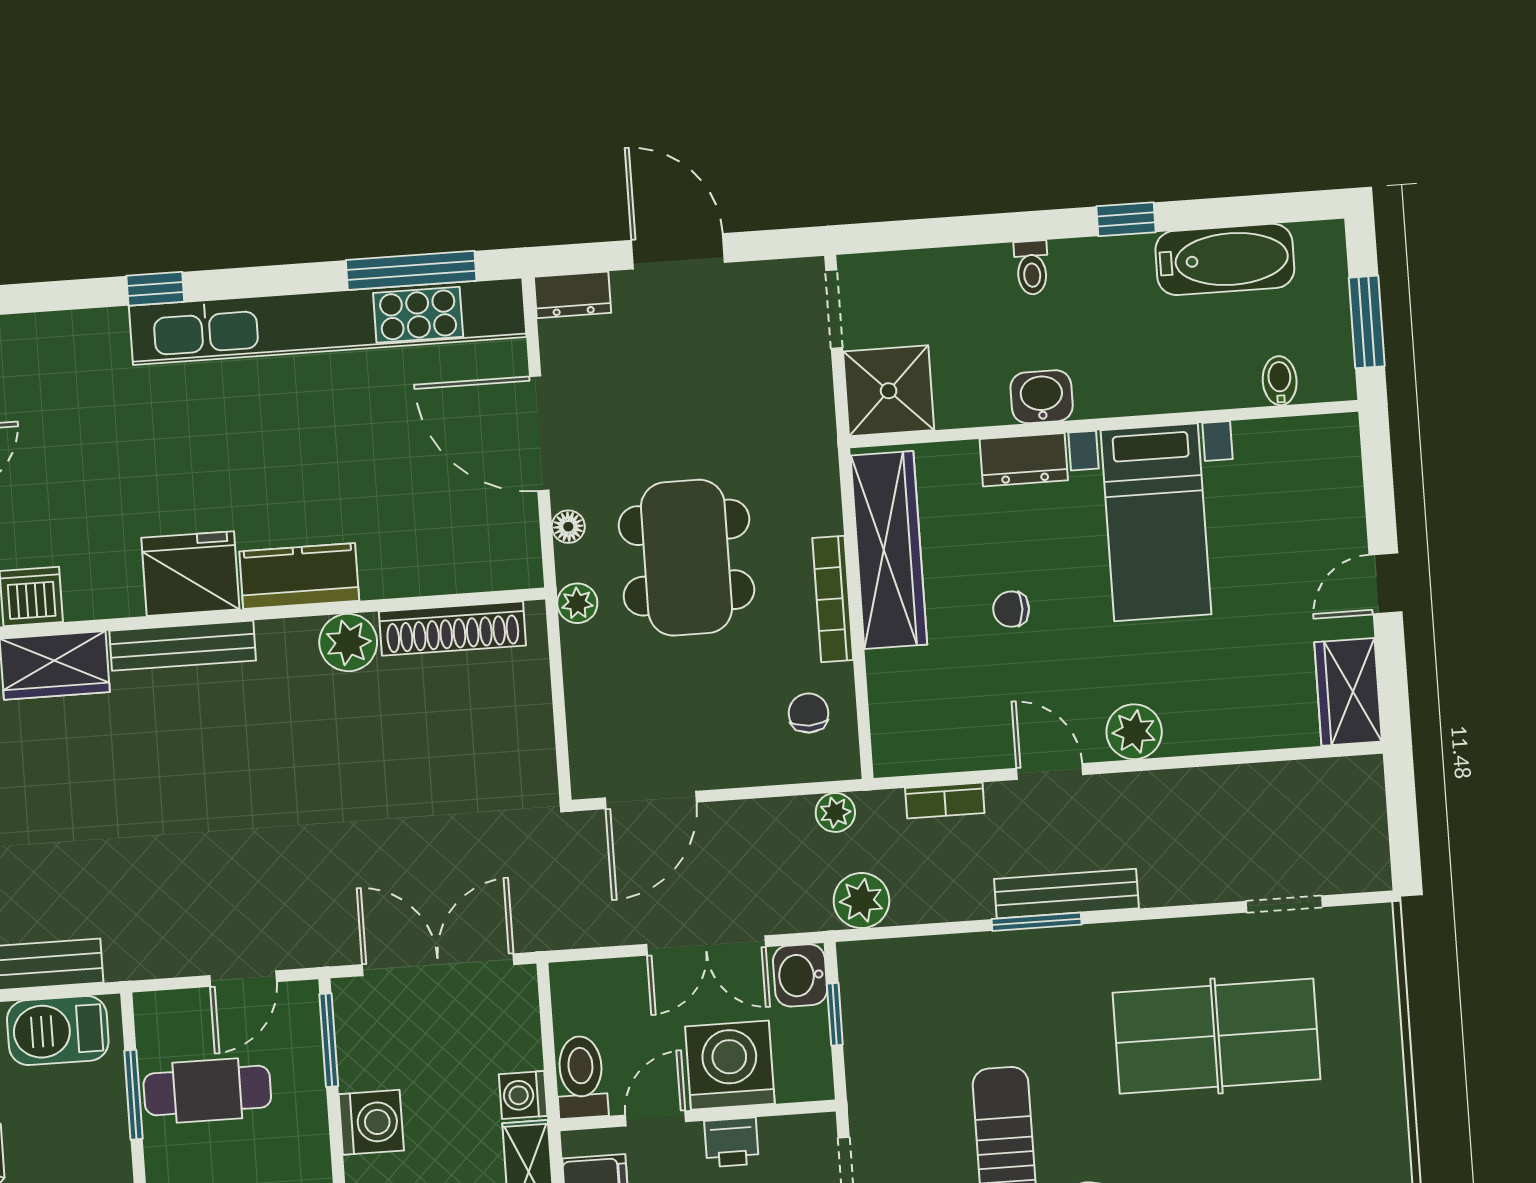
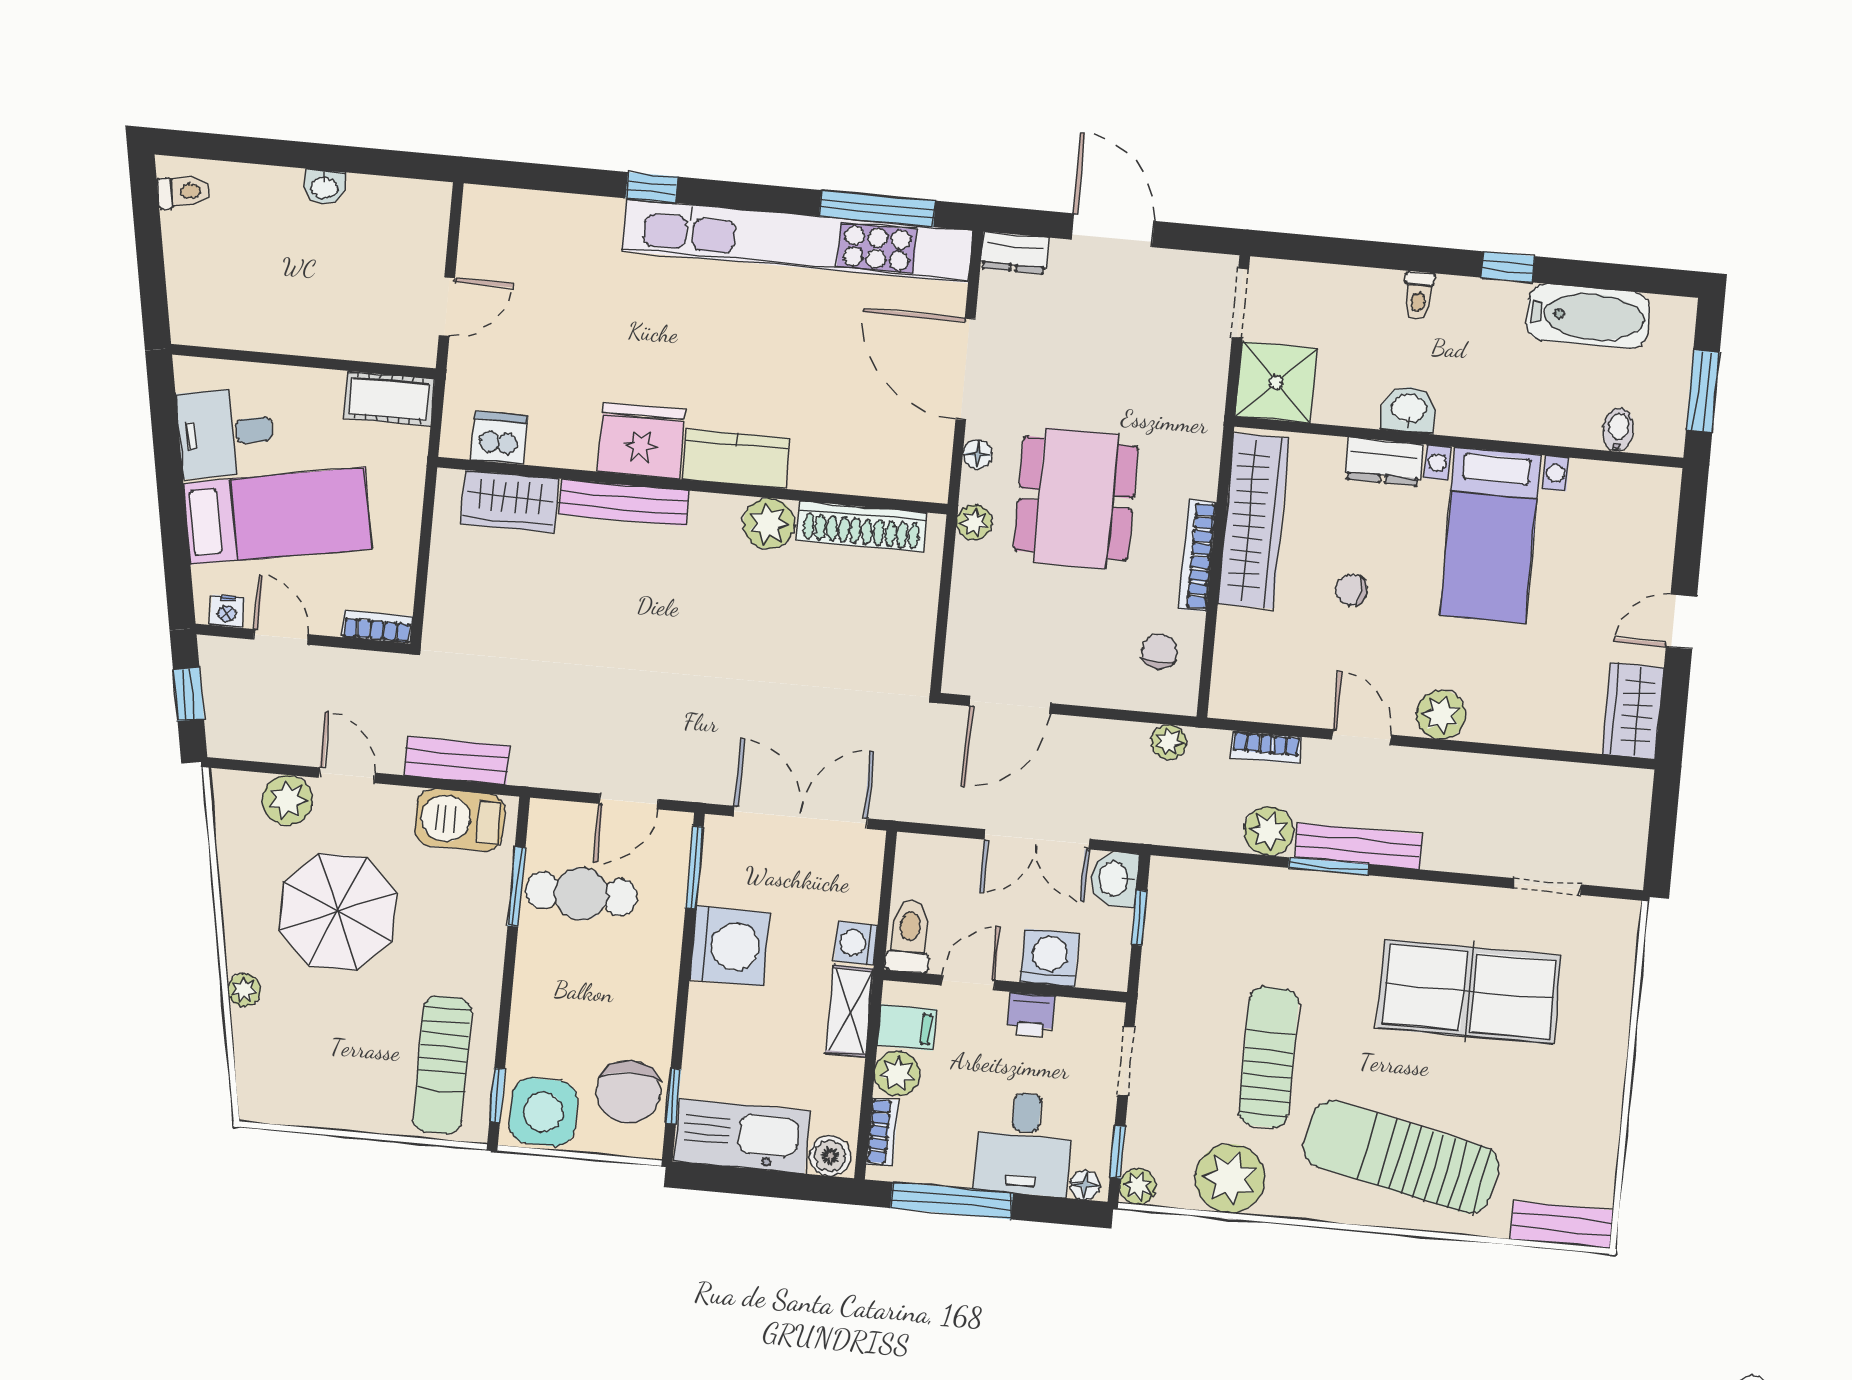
plant: (861, 901) -> (1269, 831), moved
washing machine: (730, 1065) -> (1050, 958), width x0.73, depth x0.73
washing machine: (371, 1122) -> (730, 946), width x1.37, depth x1.37

